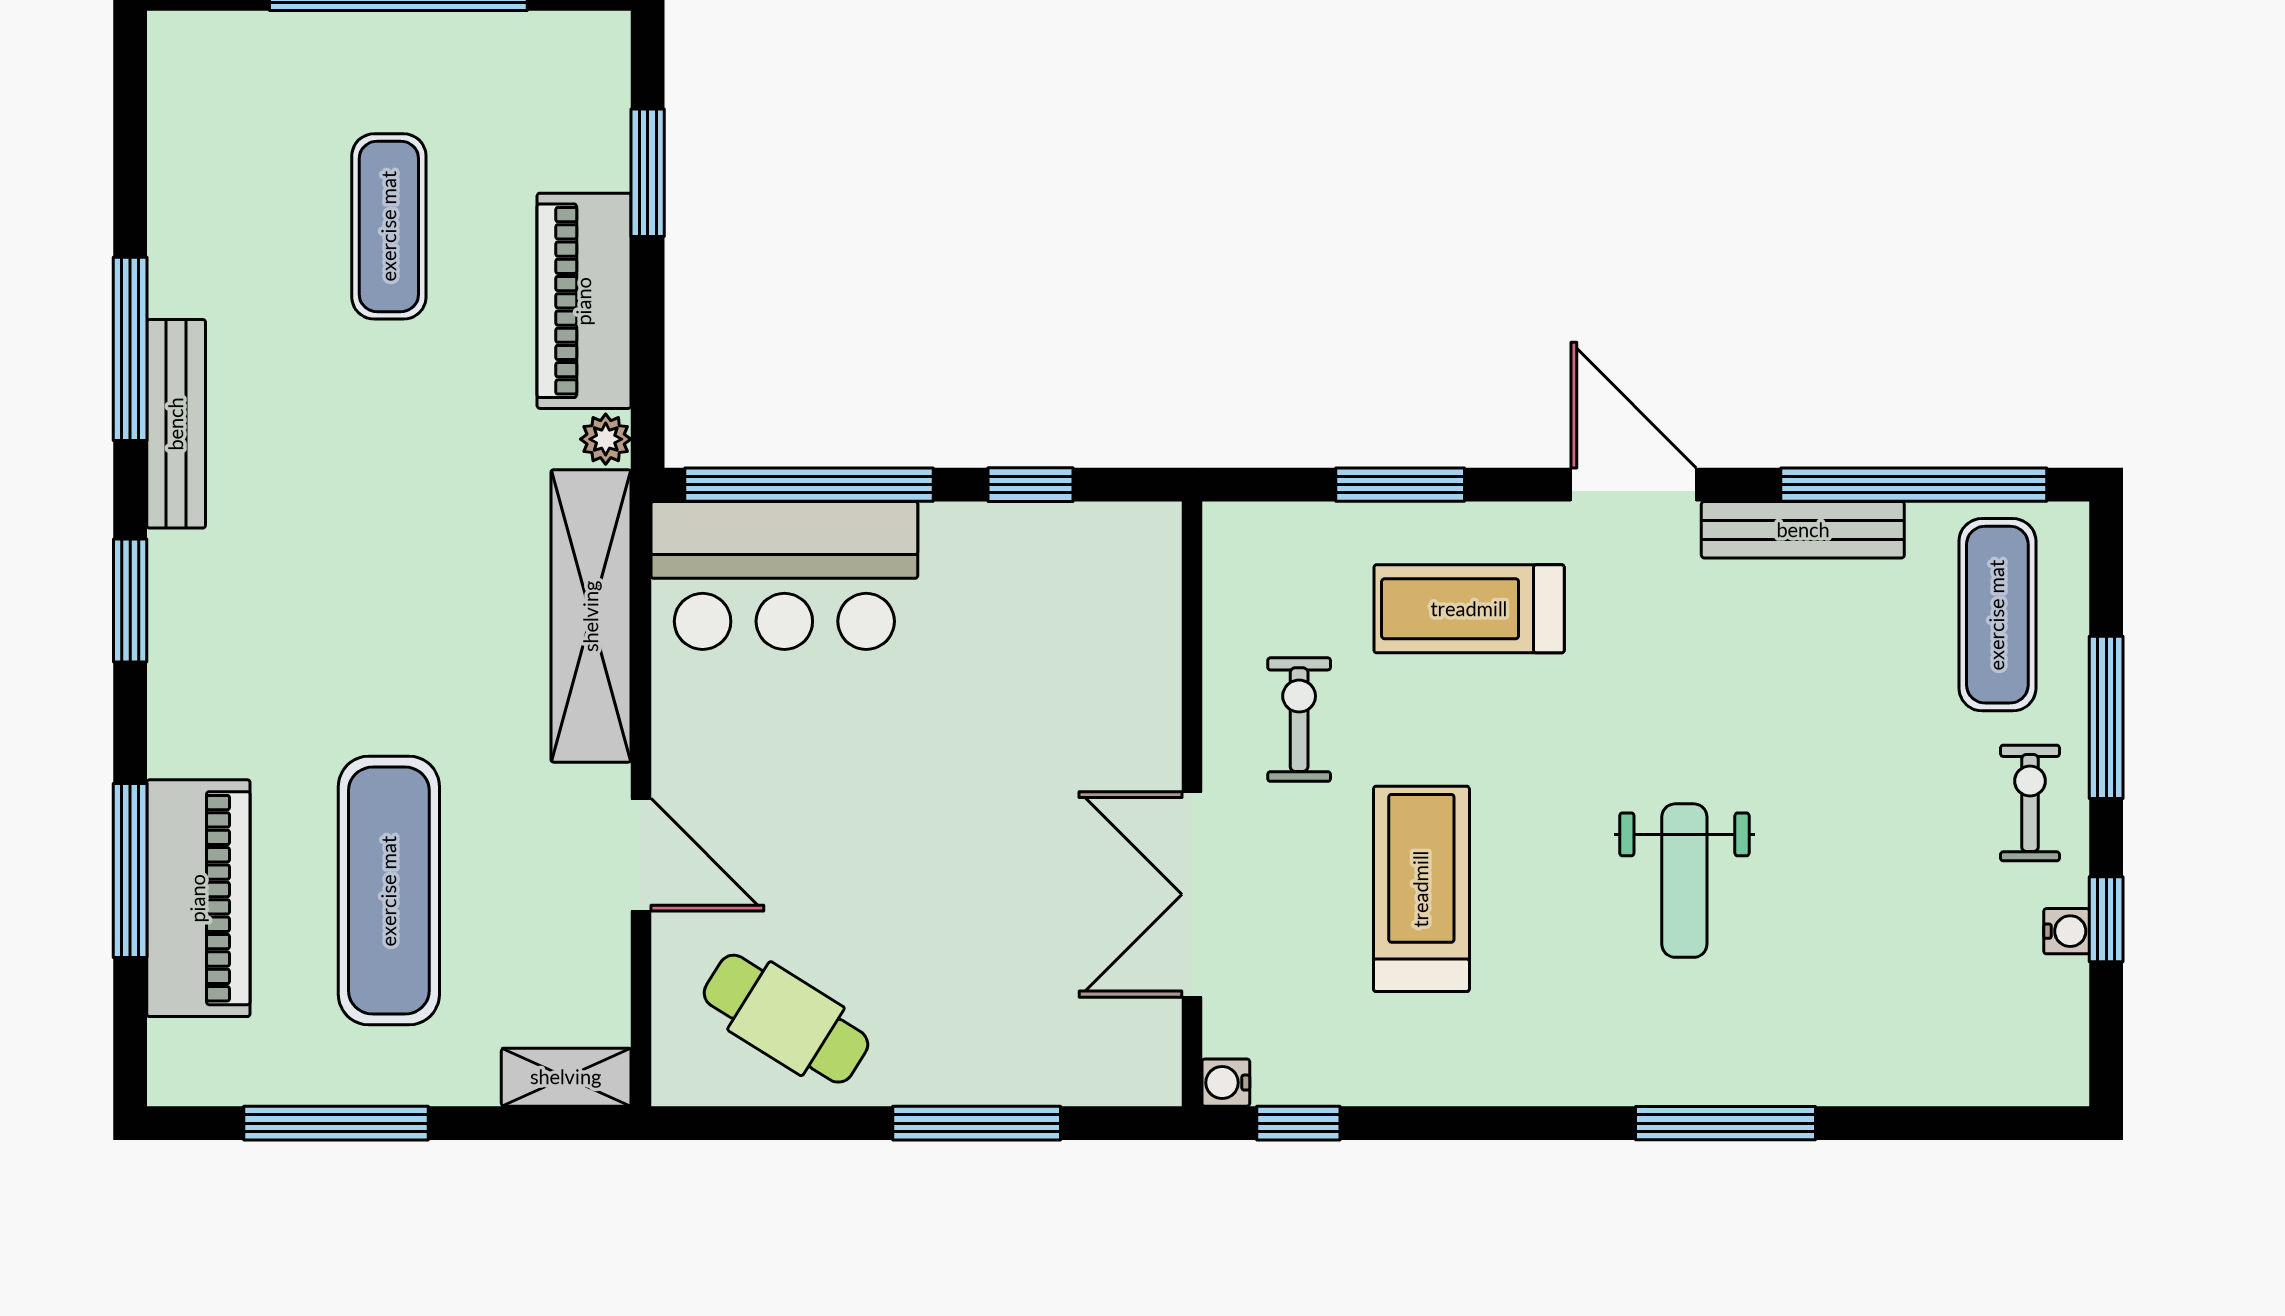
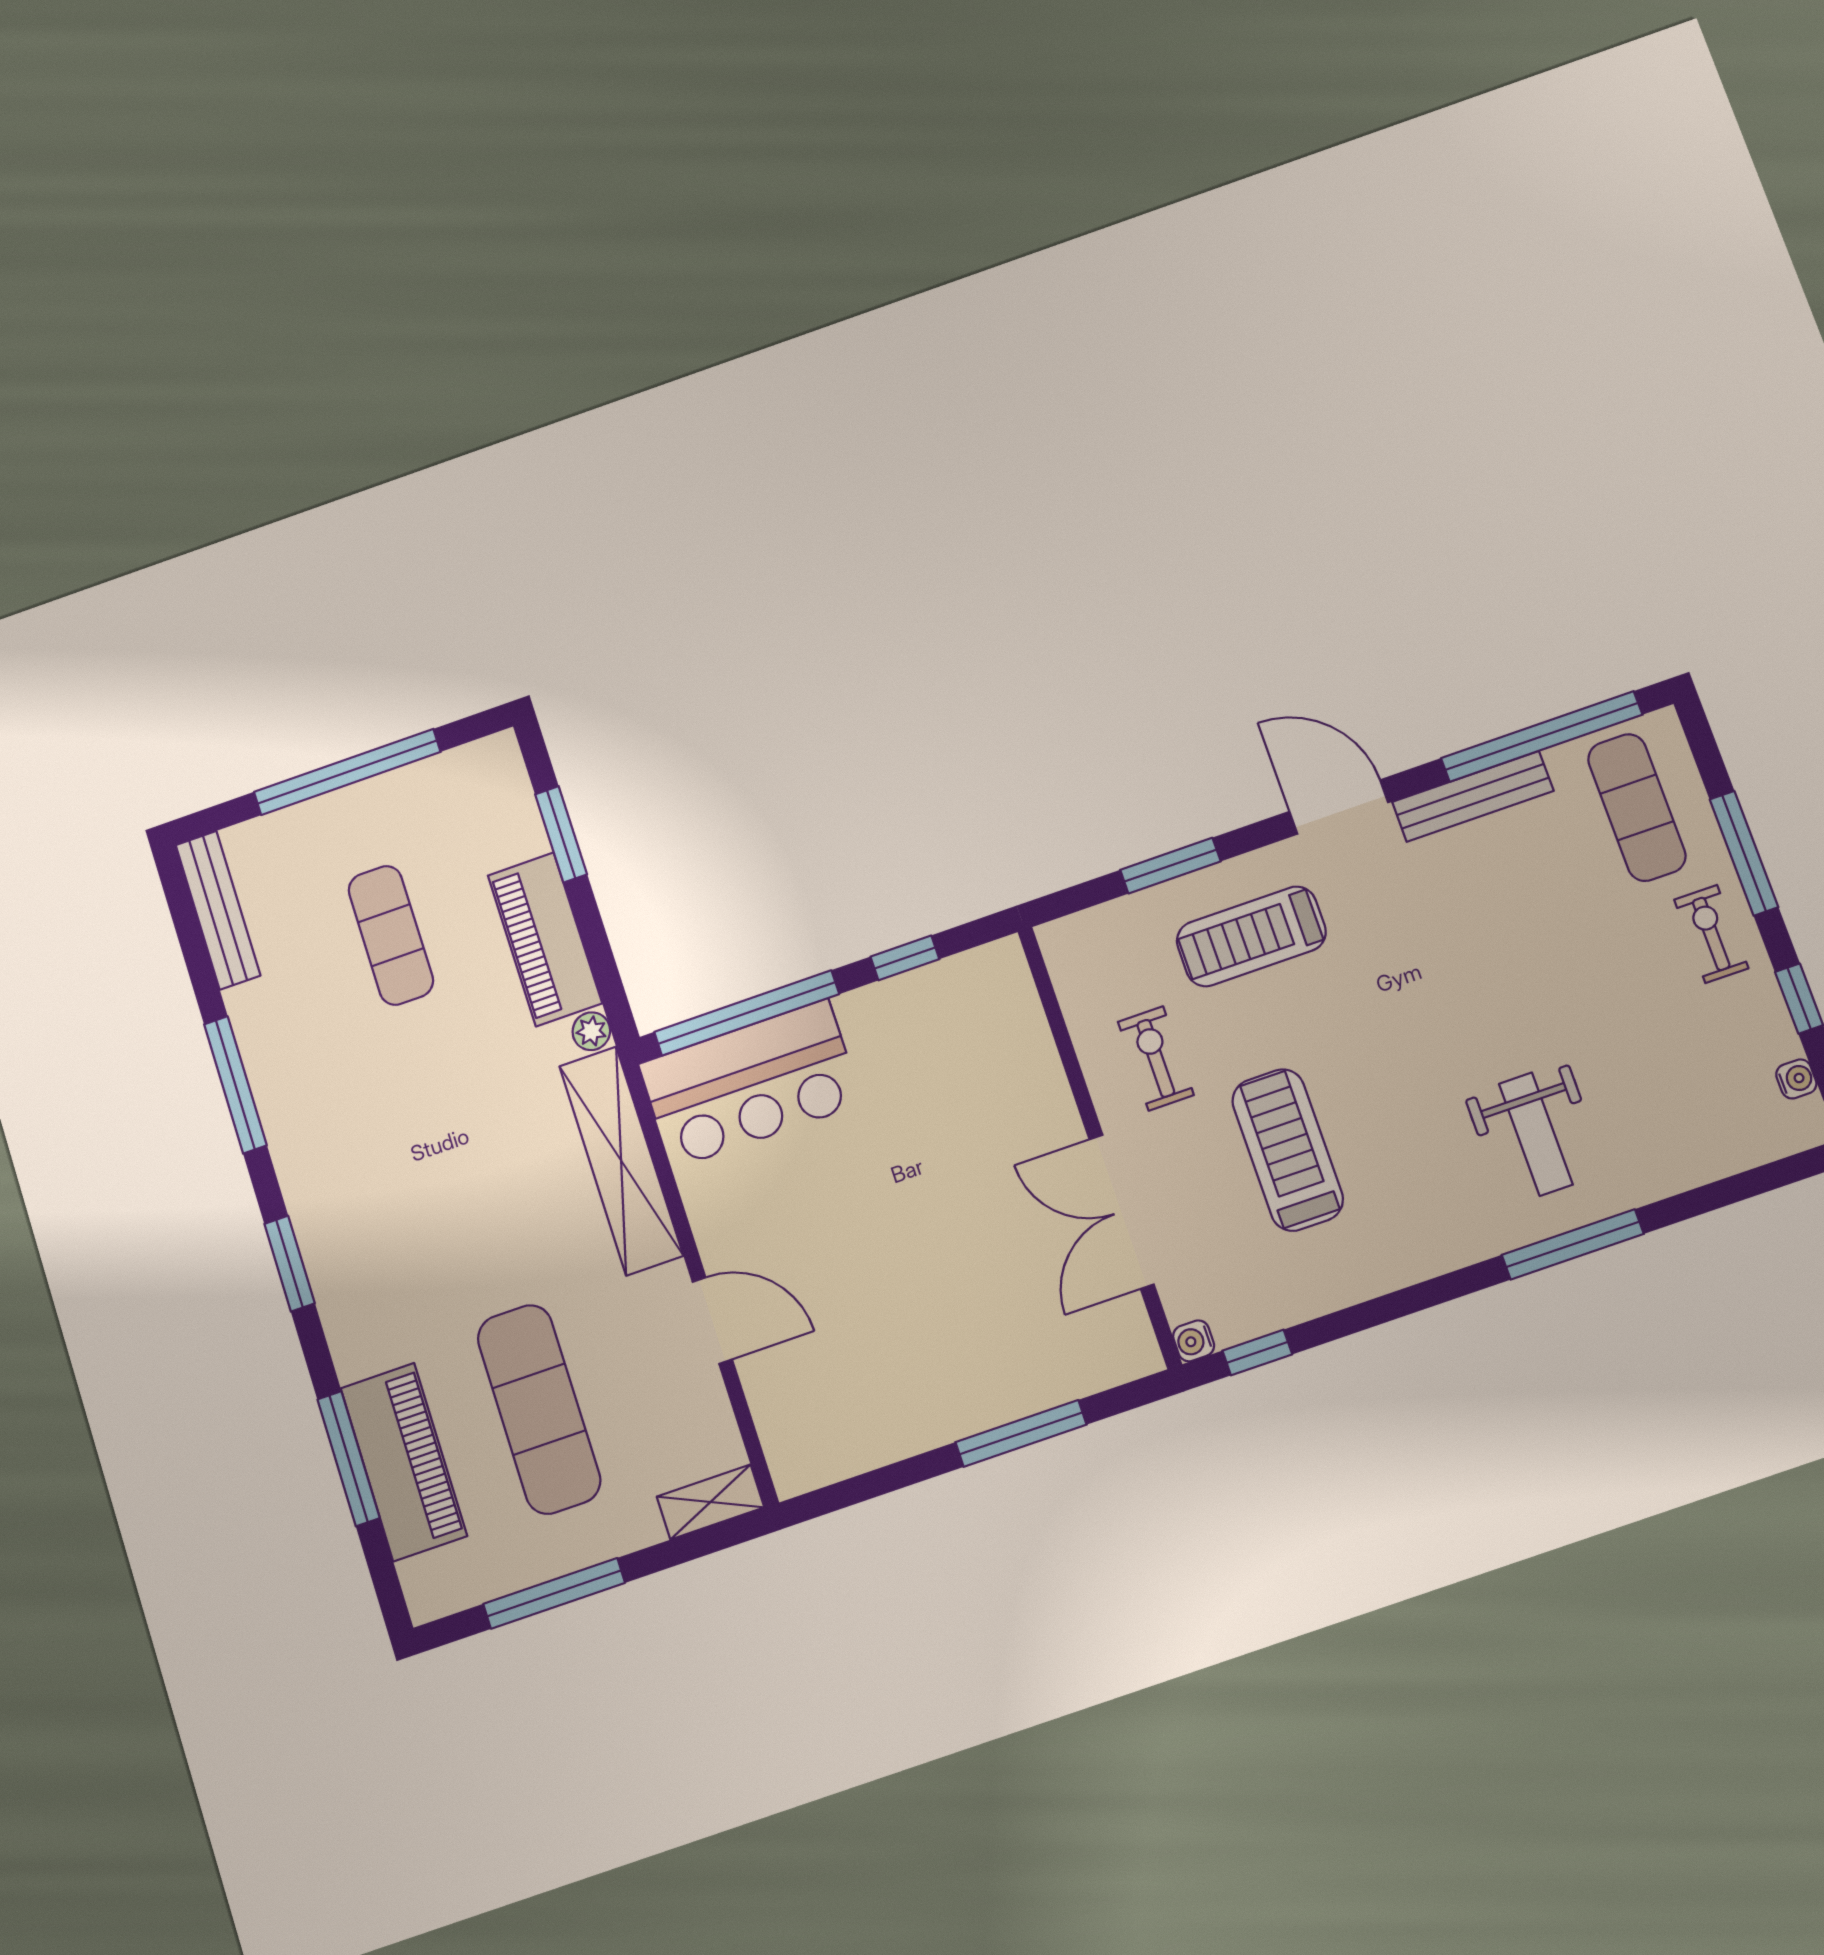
bench: (176, 424) -> (218, 910), moved
weight bench: (1684, 881) -> (1536, 1134), moved
water cooler: (2067, 931) -> (1796, 1079), moved
cafe table: (786, 1019) -> (856, 1404), removed

